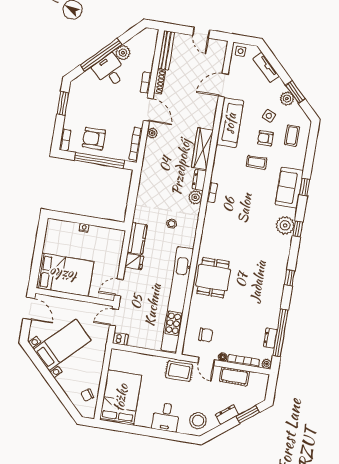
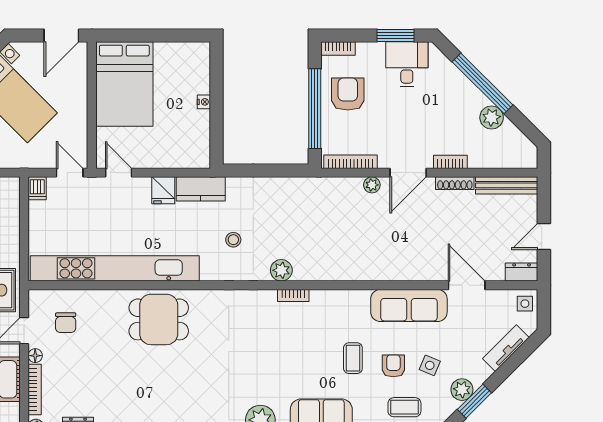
desk: (110, 71) -> (407, 64), moved, turned -45
wardrobe: (202, 149) -> (360, 269), removed
dresser: (199, 180) -> (522, 272), moved

